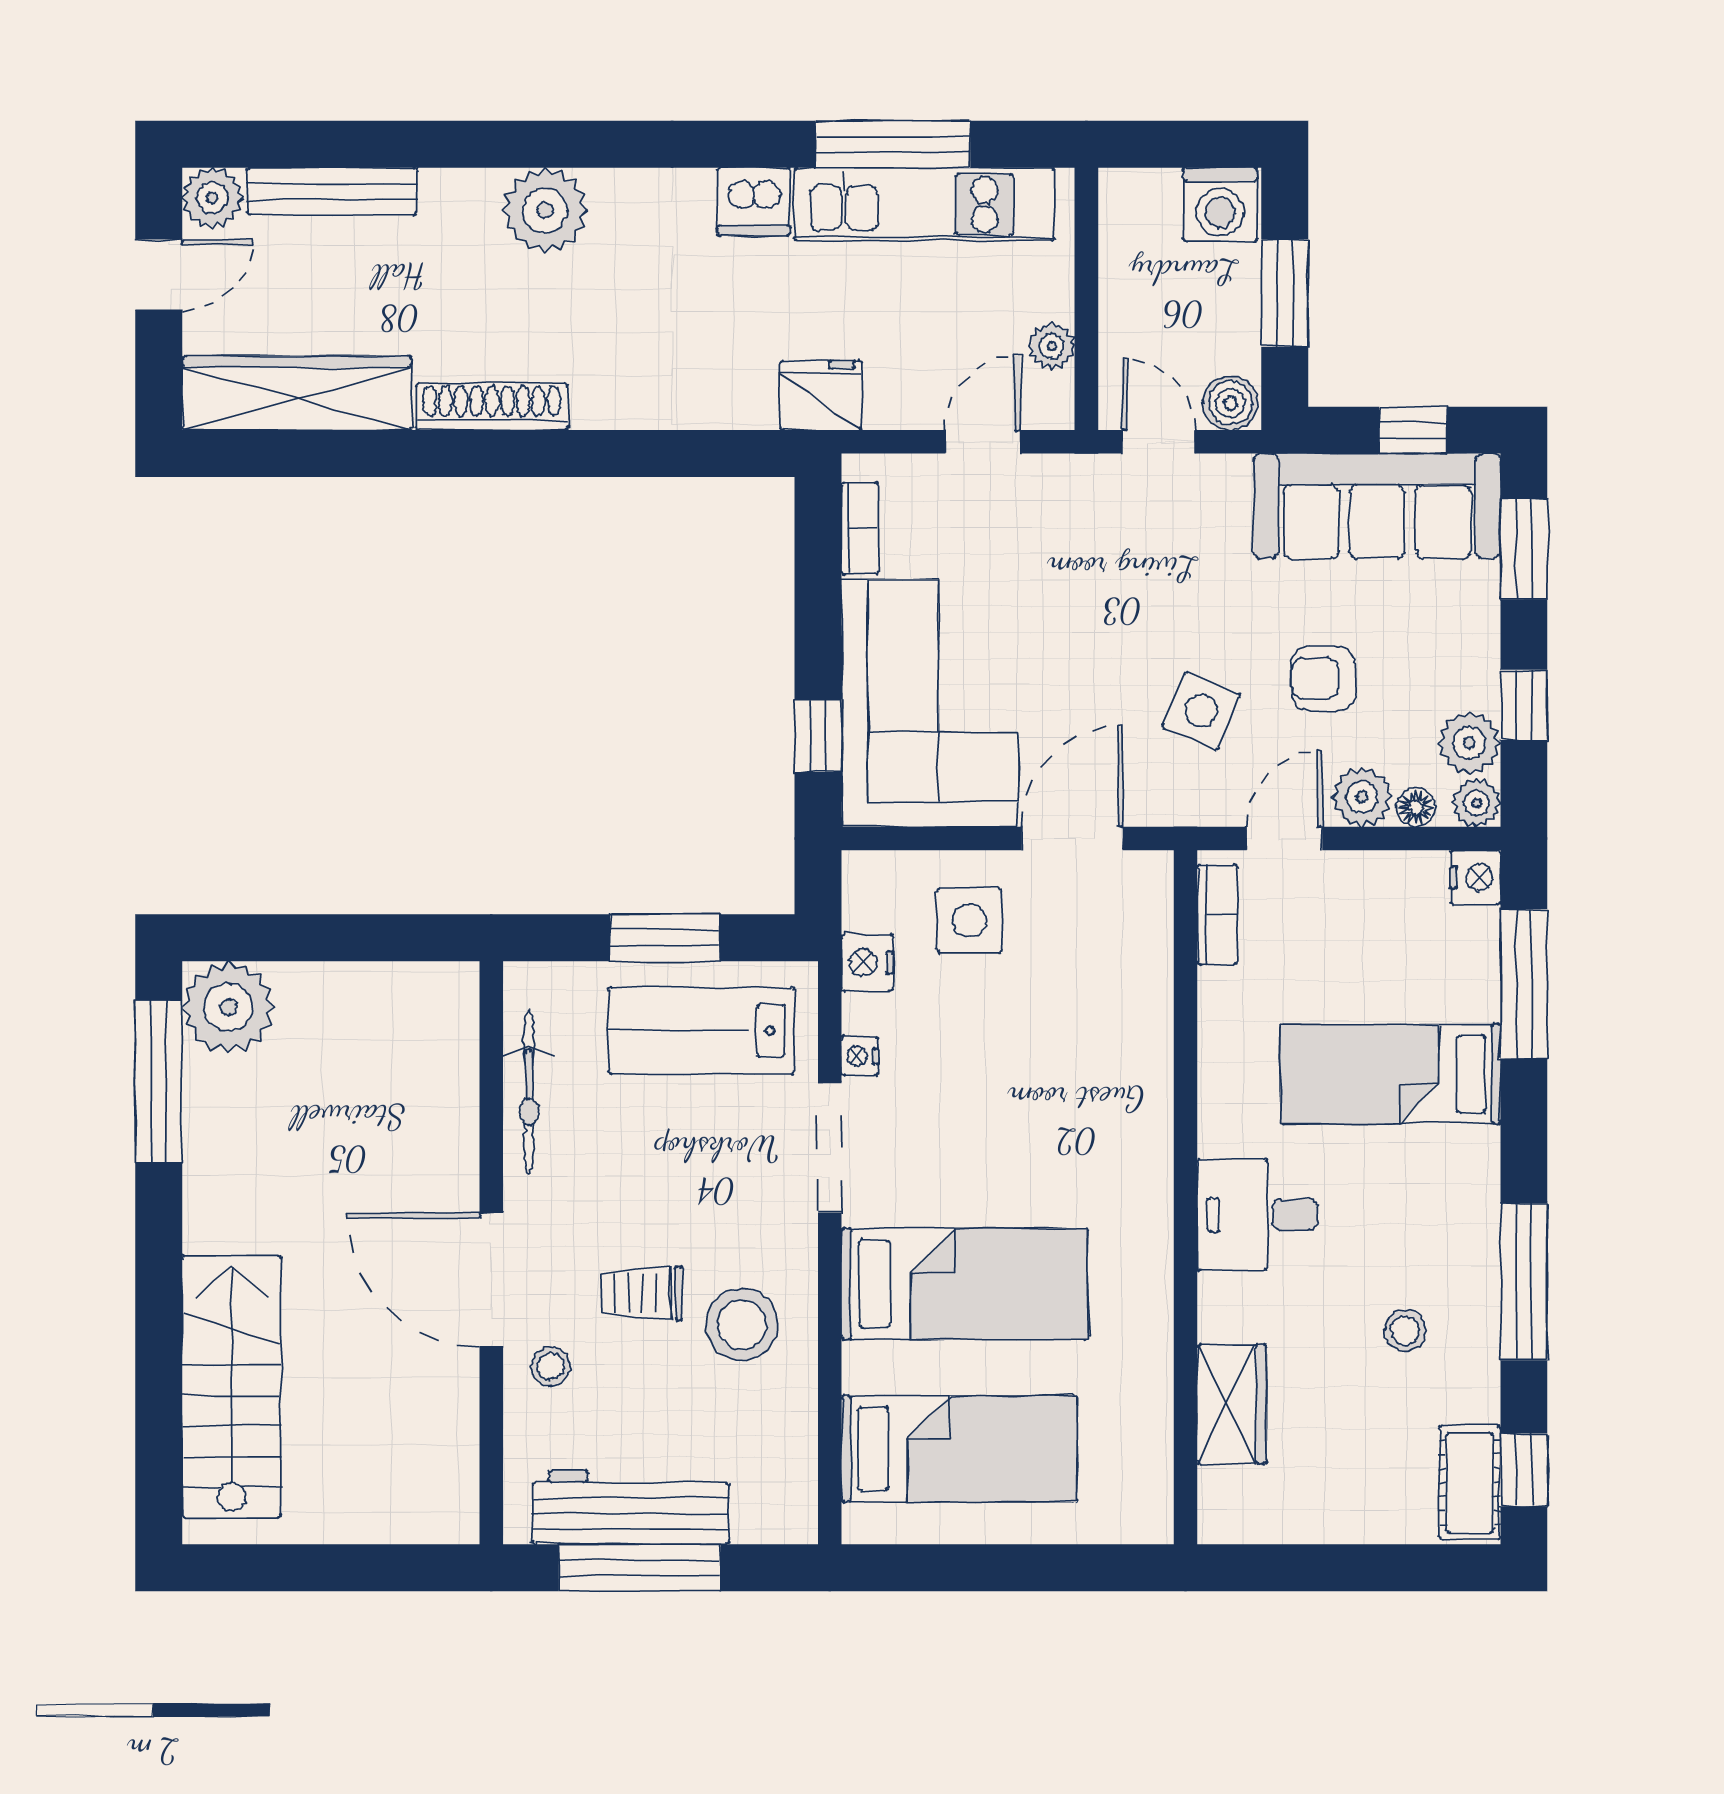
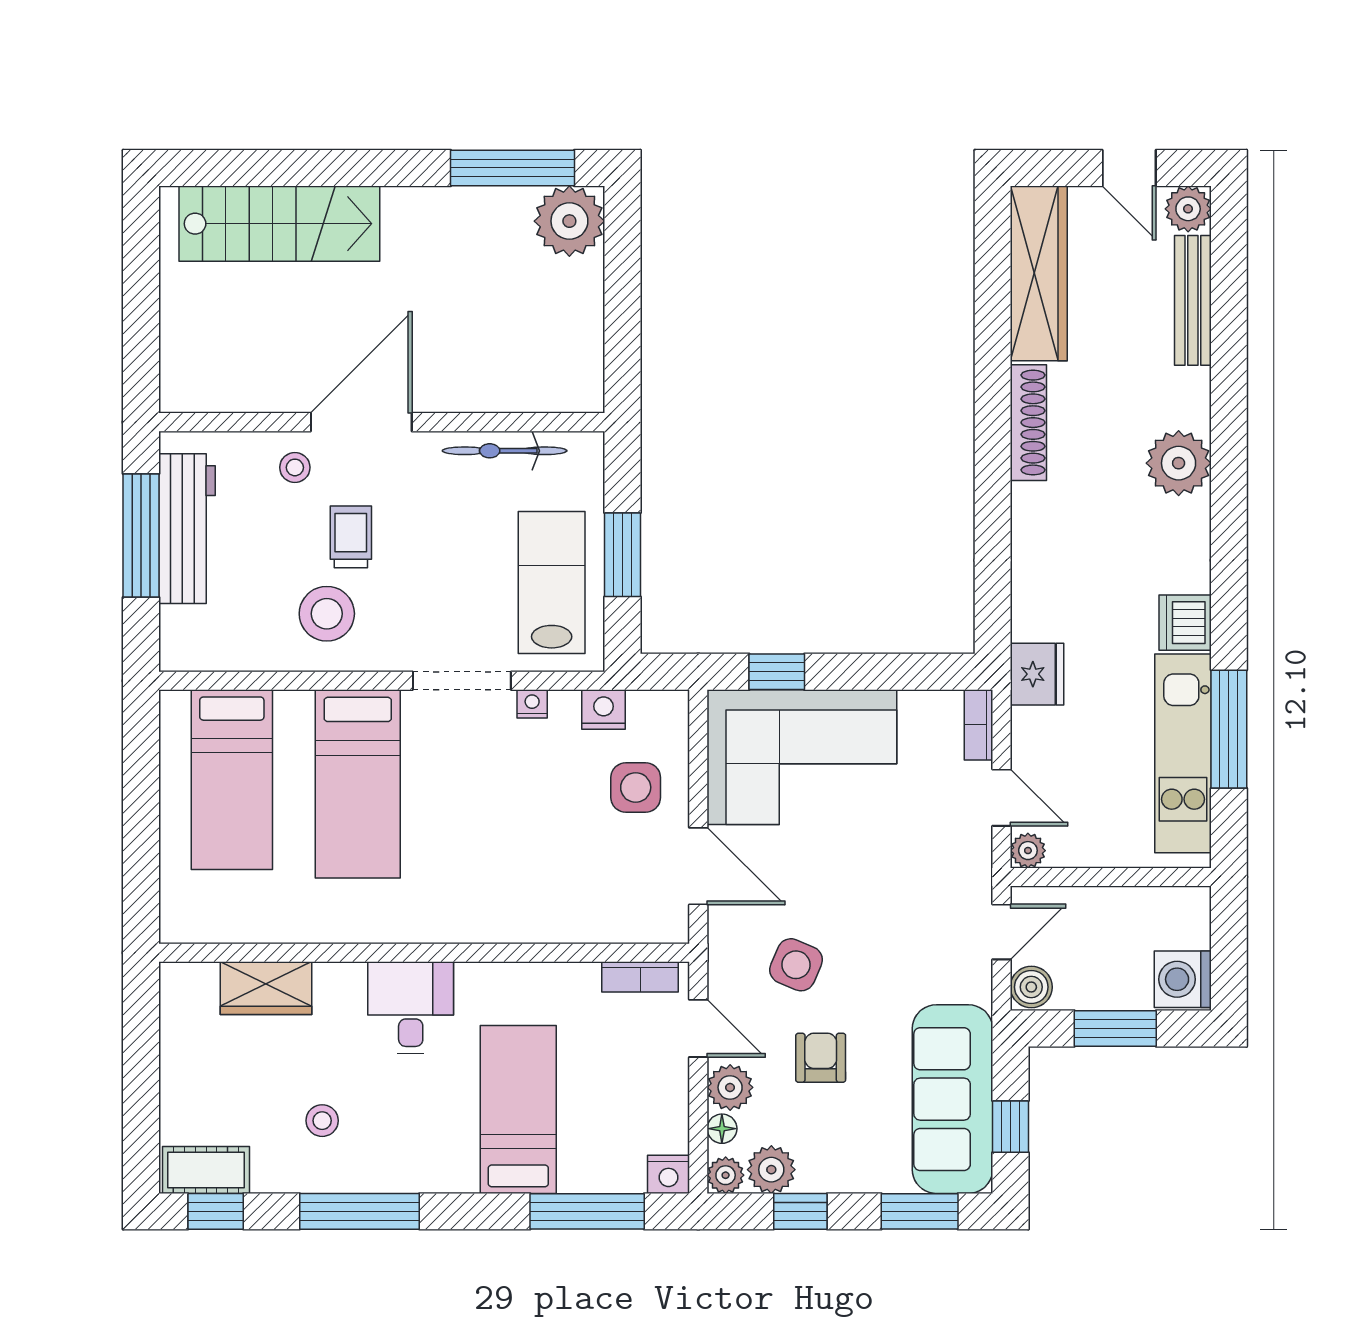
plant: (1052, 346) -> (1028, 851), moved
bookcase: (860, 528) -> (978, 725), moved, turned 90

